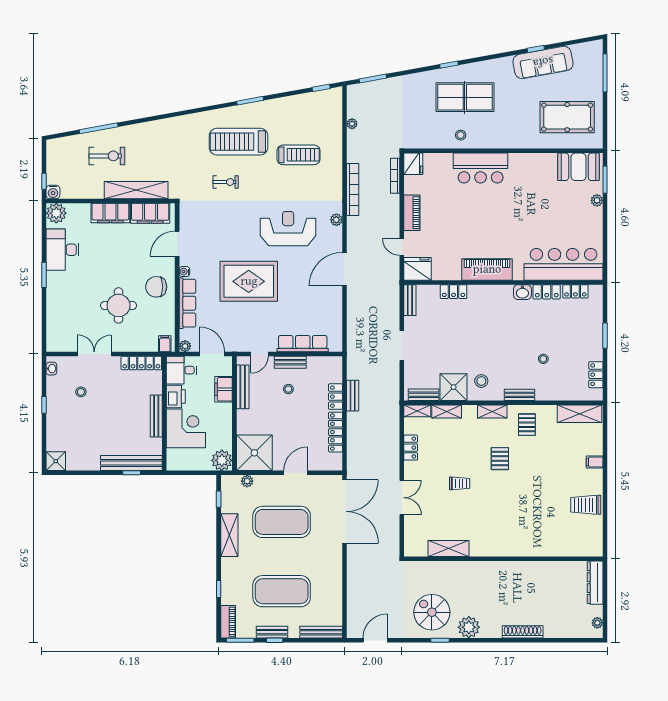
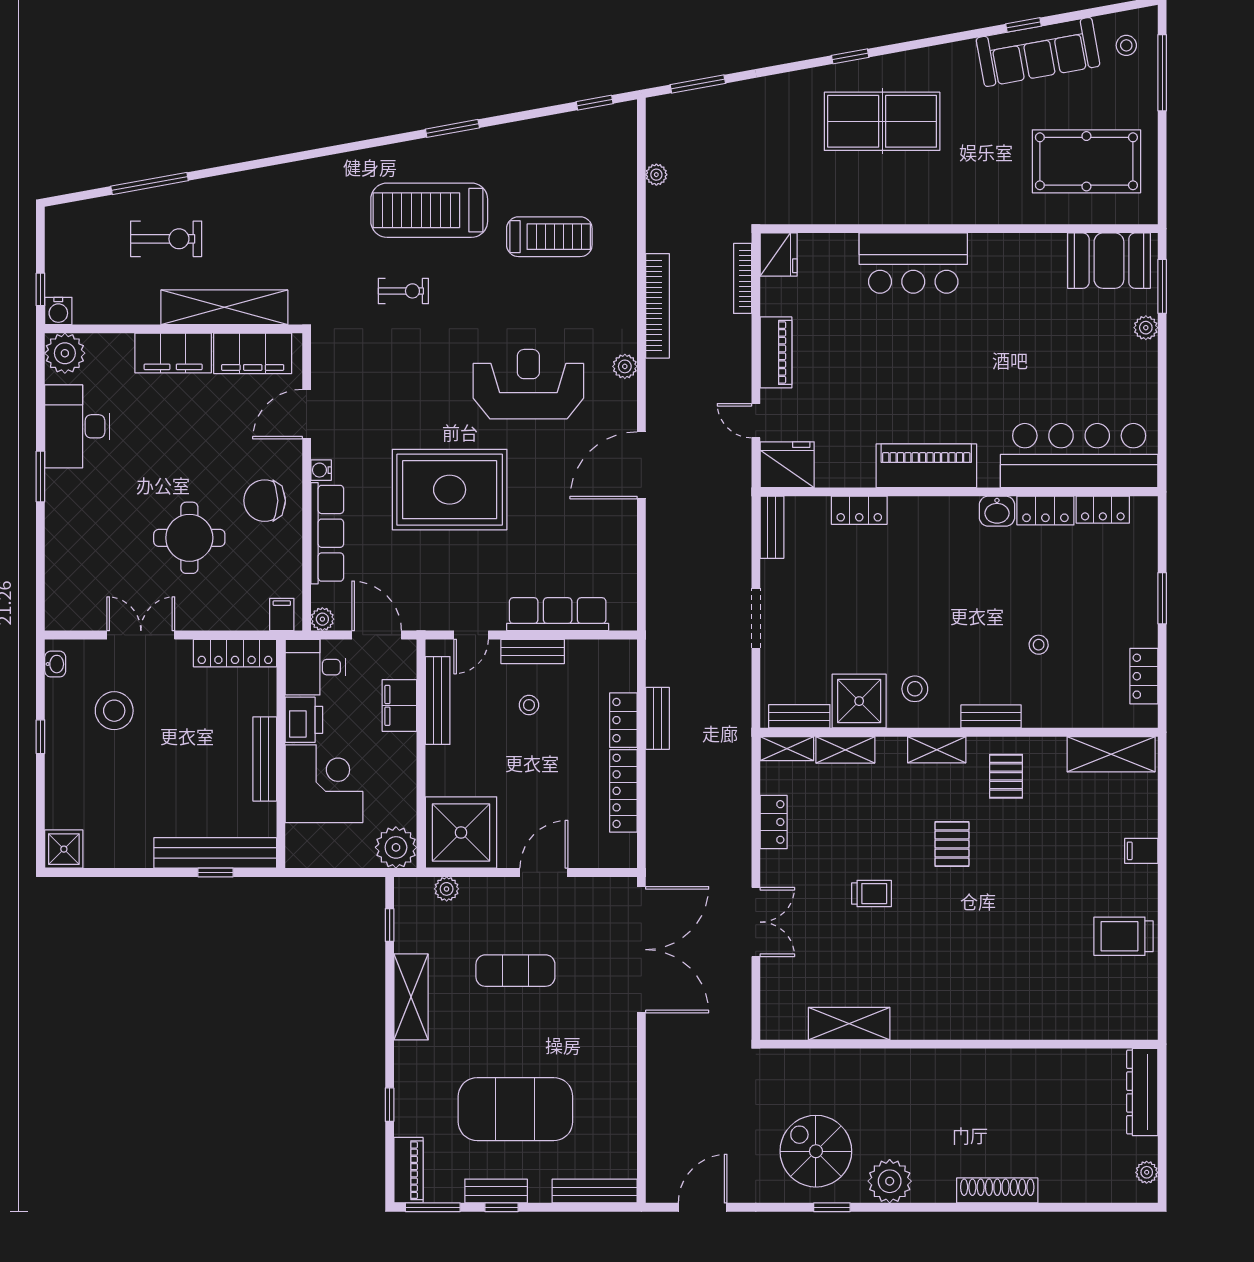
stool: (461, 135) -> (1126, 45), moved
stool: (81, 392) -> (114, 711), width x1.89, depth x1.89
exercise mat: (282, 522) -> (515, 971), width x0.50, depth x0.69

